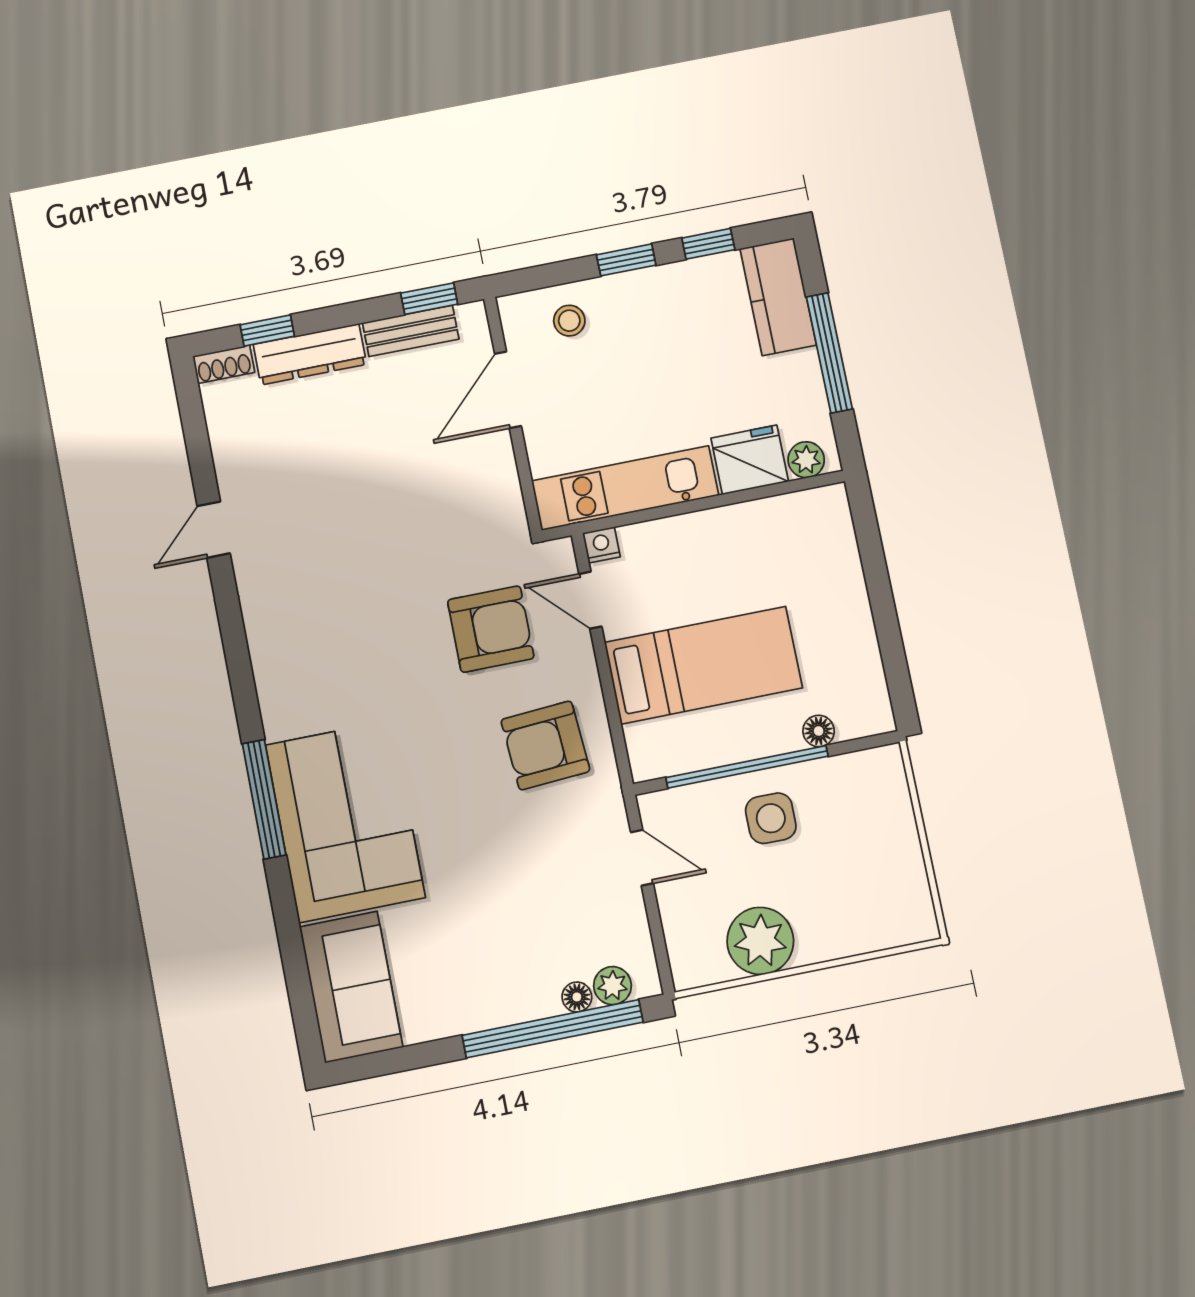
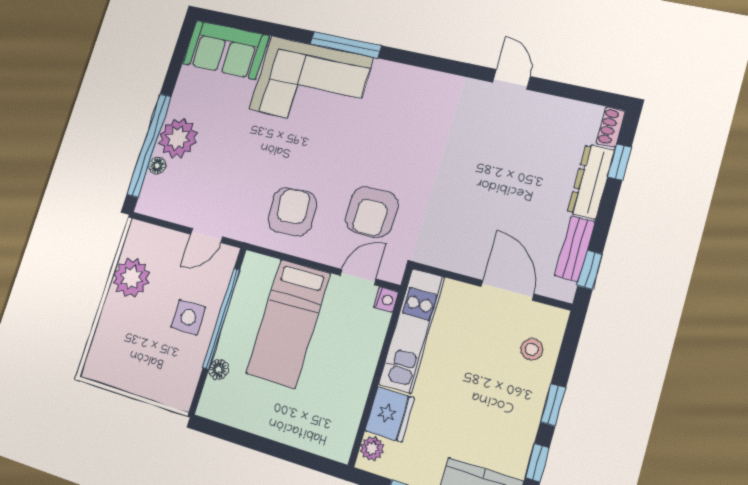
plant: (613, 986) -> (178, 138), moved, width x1.88, depth x1.88

